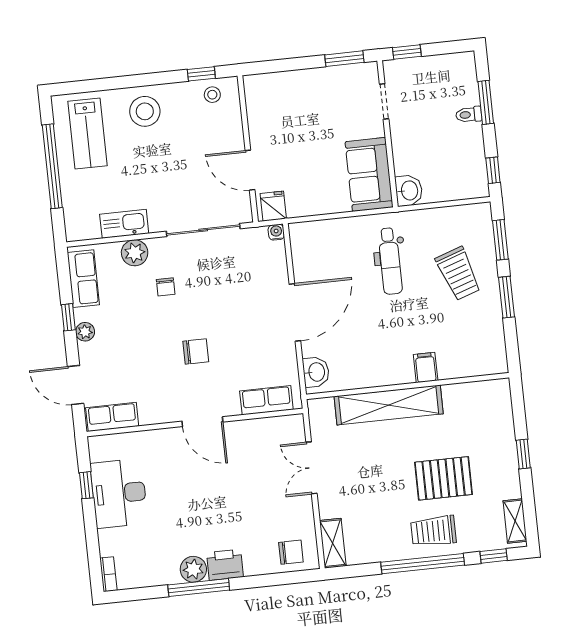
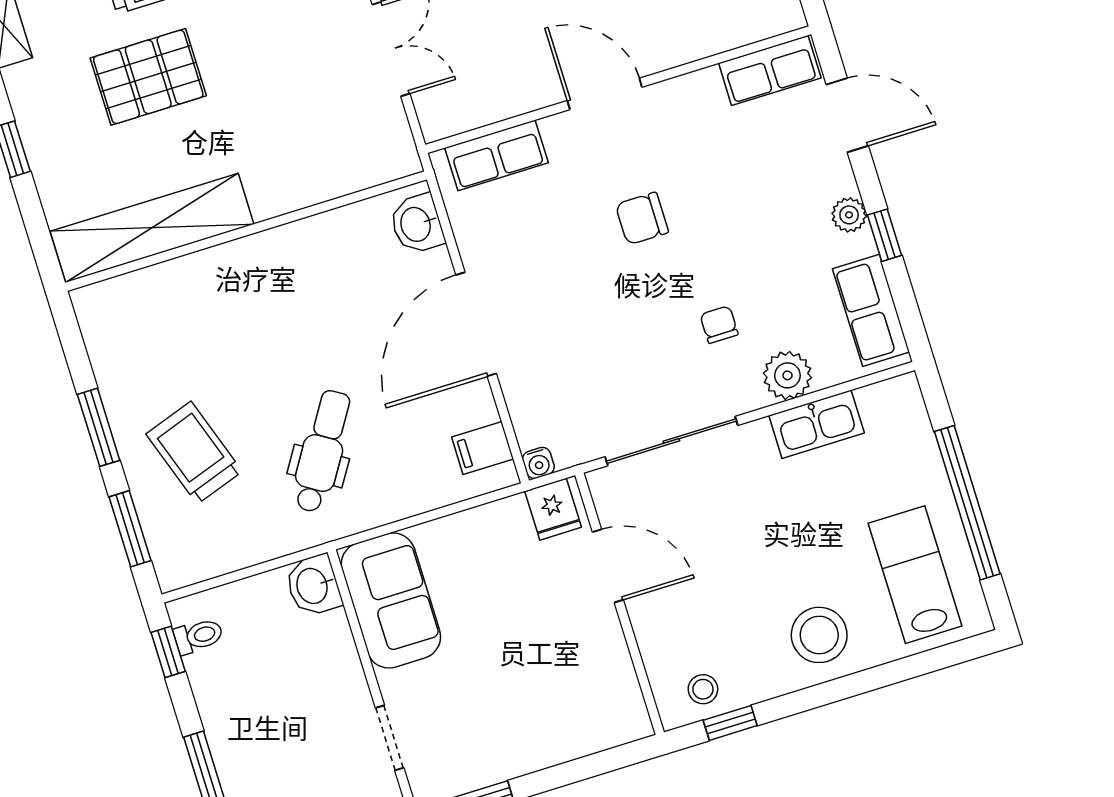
toilet: (469, 115) -> (198, 636), moved
dental chair: (390, 261) -> (322, 451), turned 32
filing cabinet: (426, 367) -> (483, 448), moved, turned 90
shelving: (389, 405) -> (152, 228), moved

